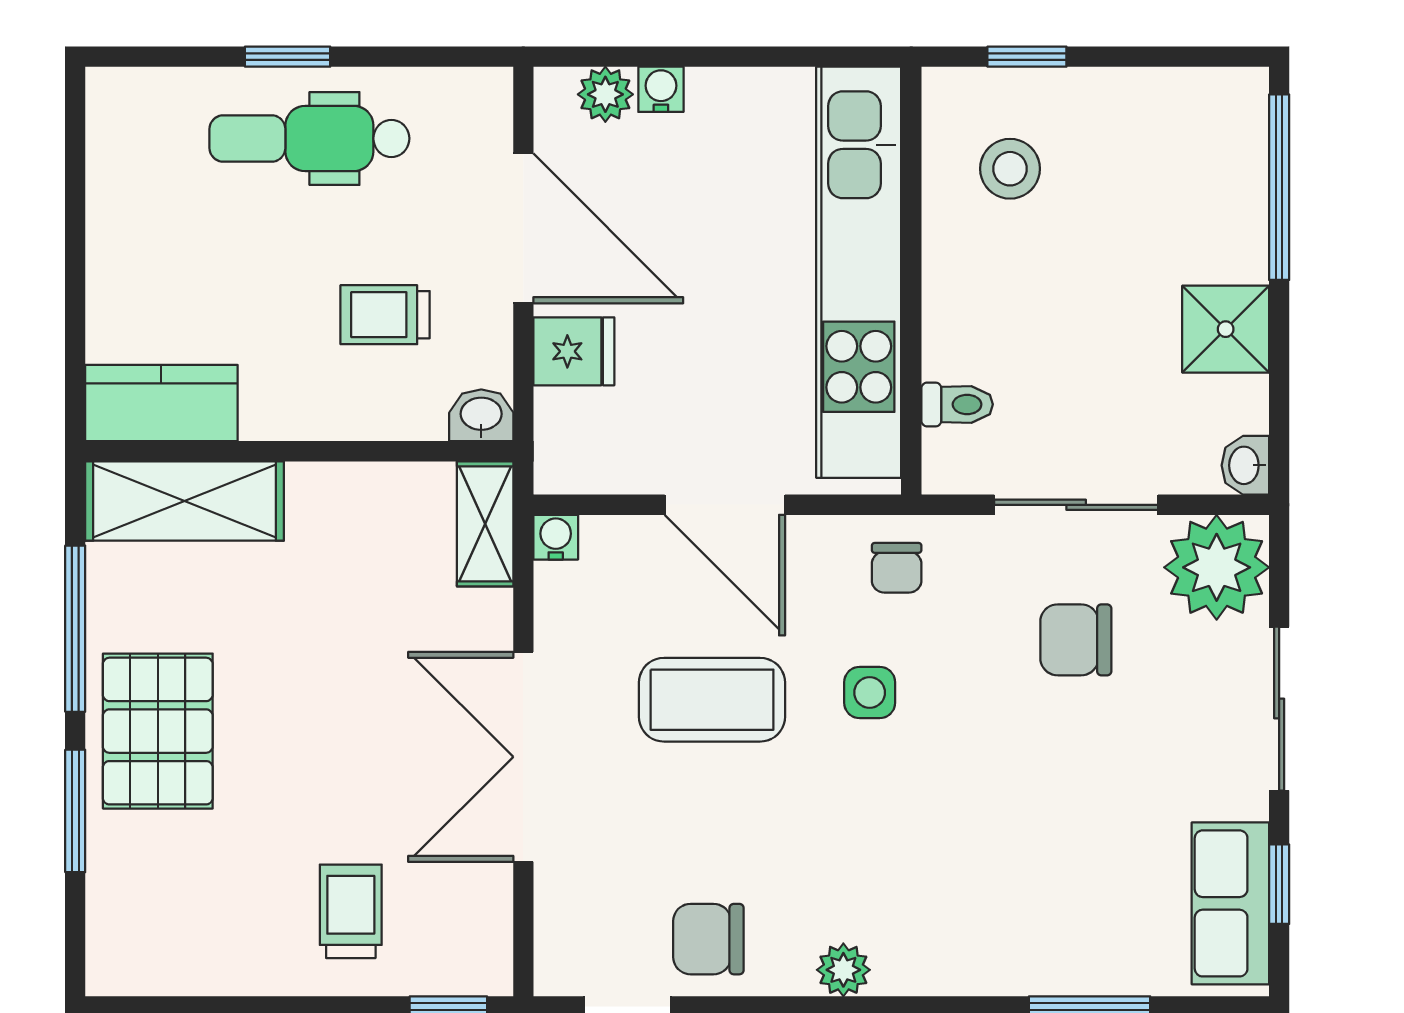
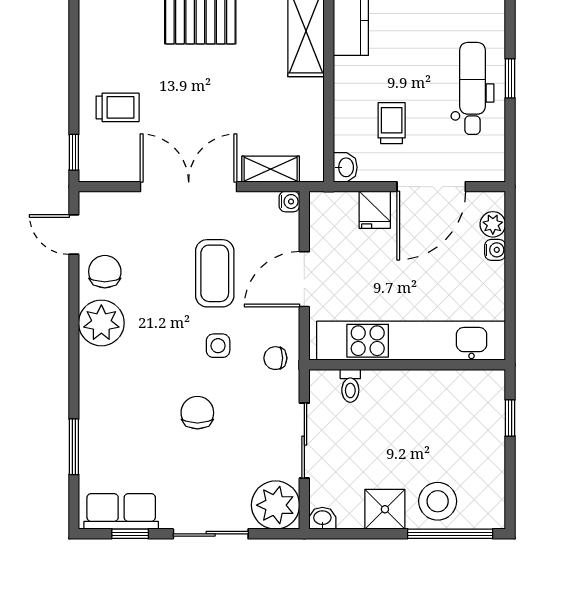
stool: (1010, 169) -> (438, 501), moved, width x1.38, depth x1.38
shelving: (485, 524) -> (271, 169), moved
chair: (1076, 640) -> (197, 413), moved
plant: (843, 970) -> (101, 323), width x1.88, depth x1.88

